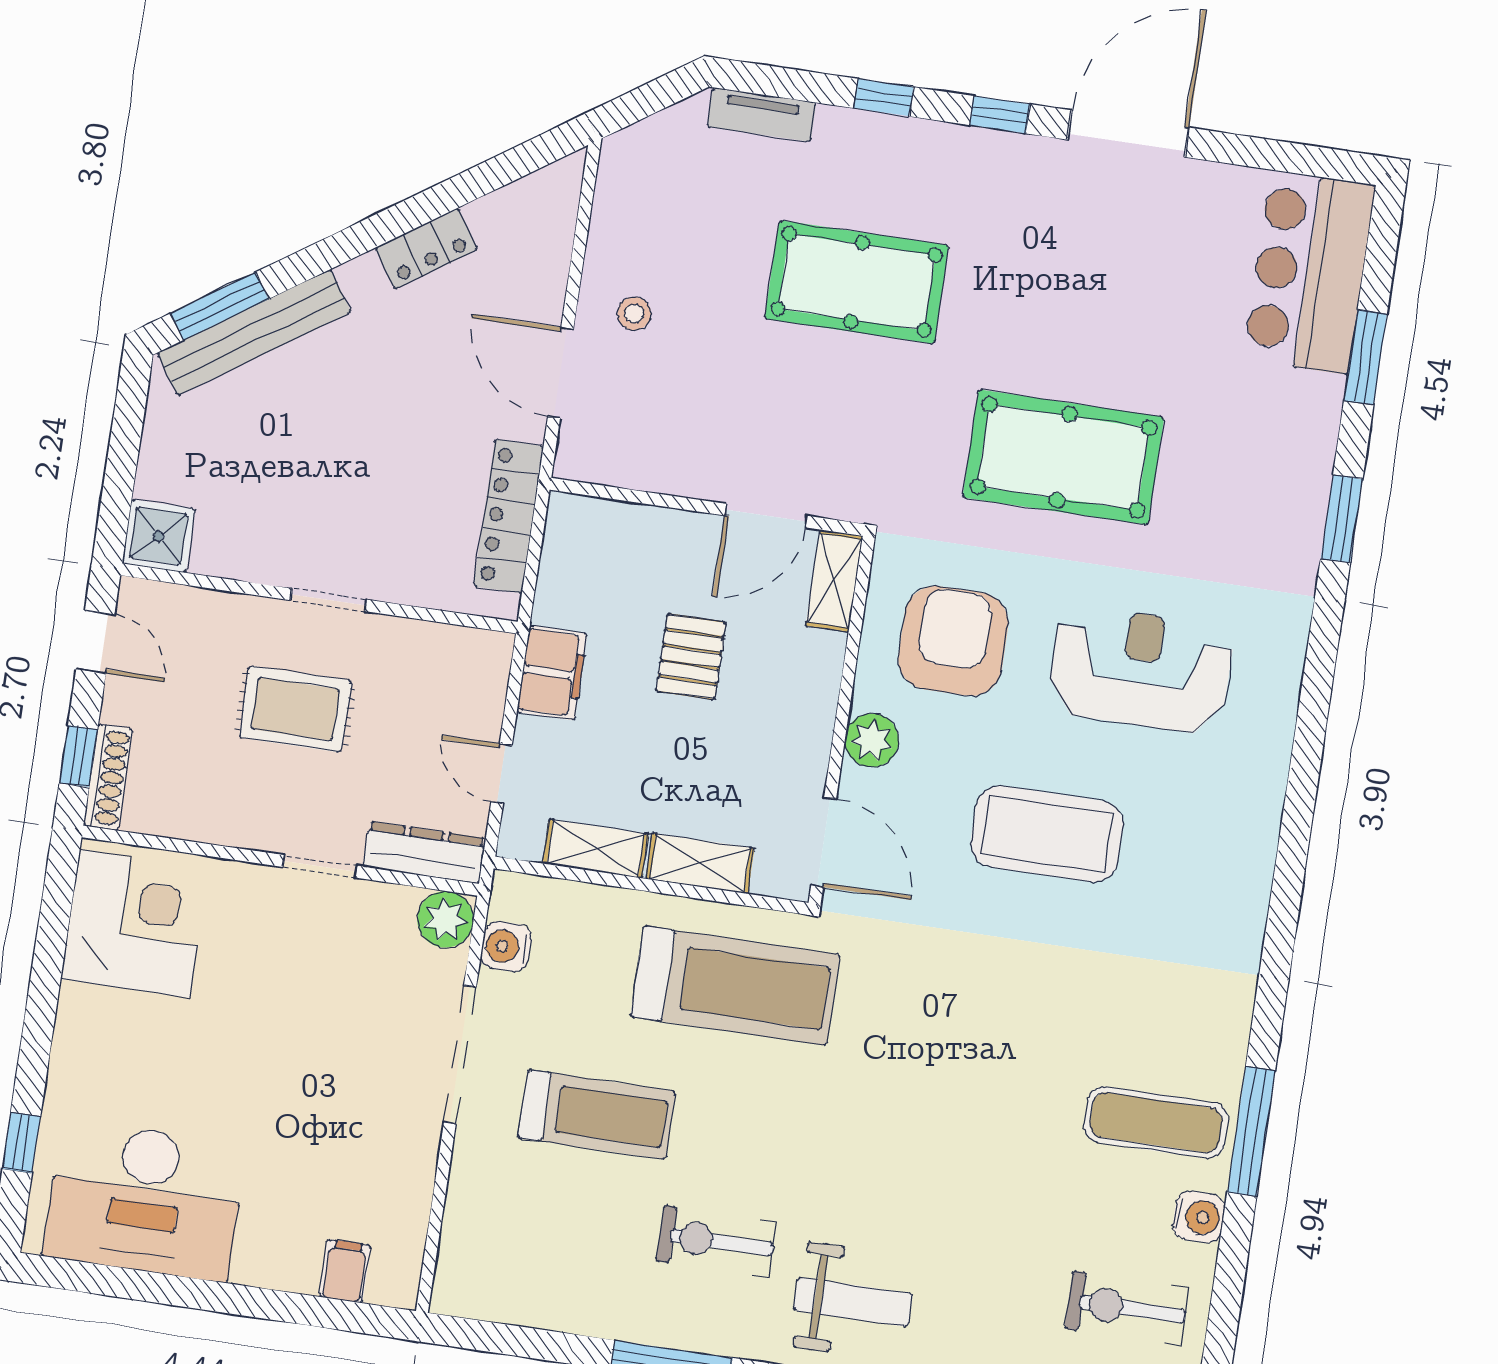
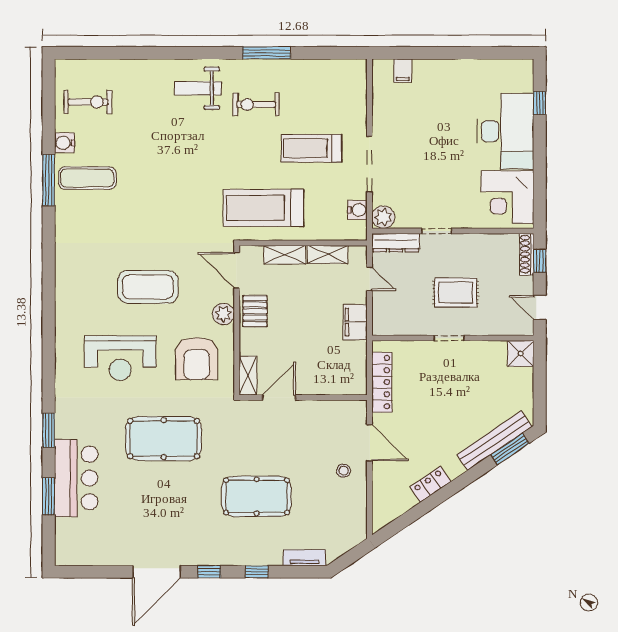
bar counter: (1309, 272) -> (76, 478), moved
pallet: (691, 657) -> (255, 311), moved
desk: (145, 1200) -> (505, 131), moved, turned 90
exercise bike: (716, 1241) -> (256, 104), turned 180

